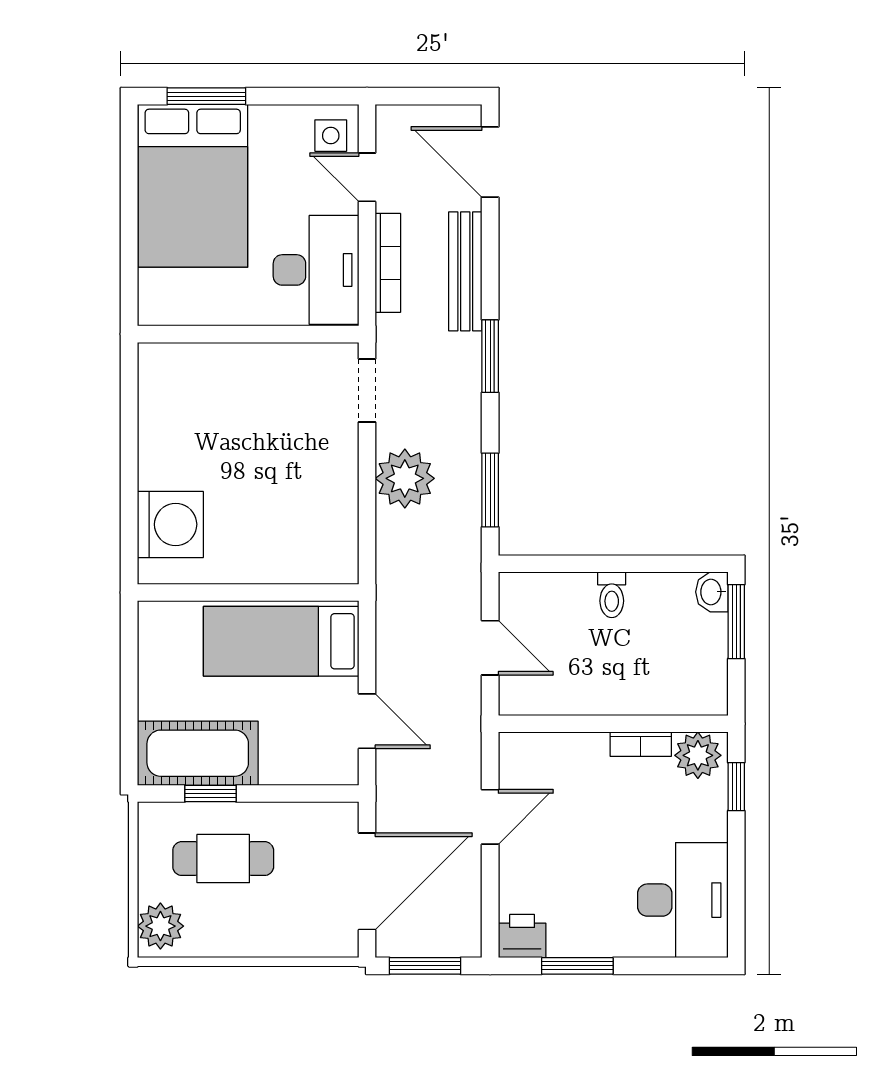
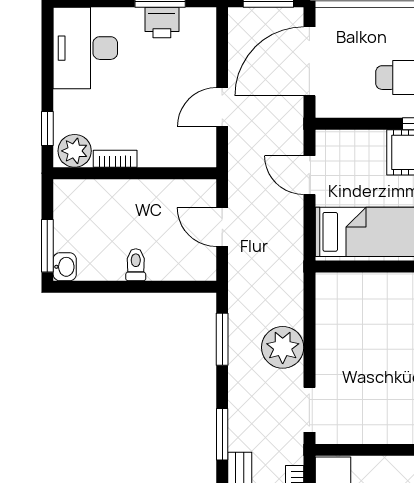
printer: (522, 936) -> (162, 23), moved

